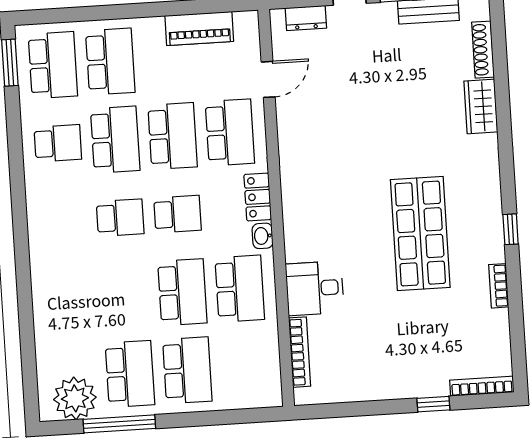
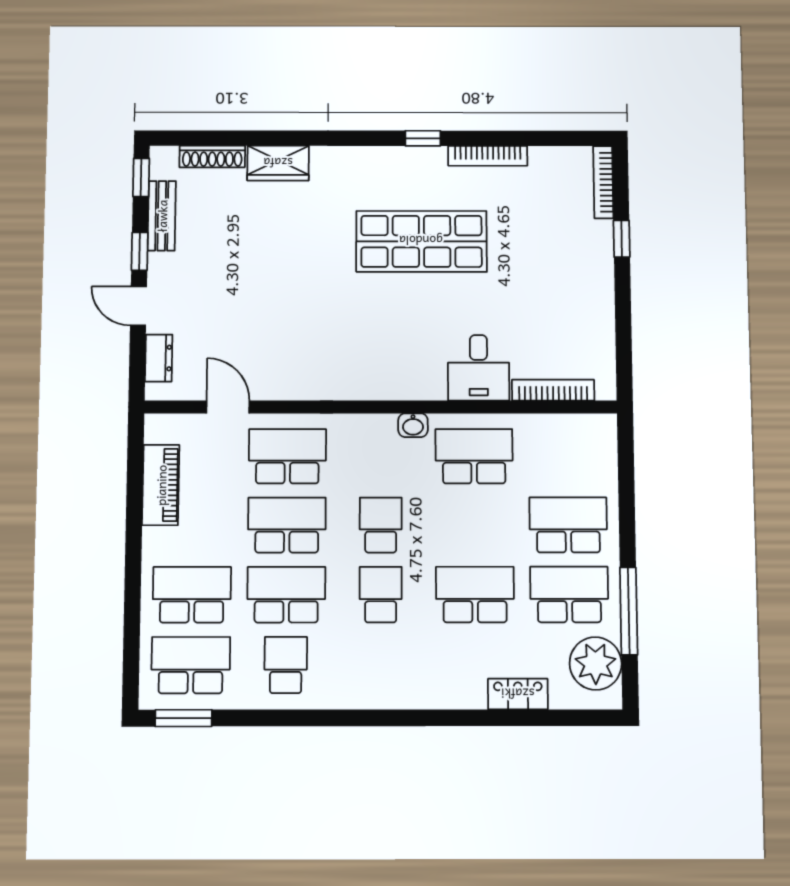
locker: (258, 197) -> (518, 694), moved, turned 180
bookcase: (499, 286) -> (488, 156), width x1.56
school desk: (182, 292) -> (475, 595), moved

